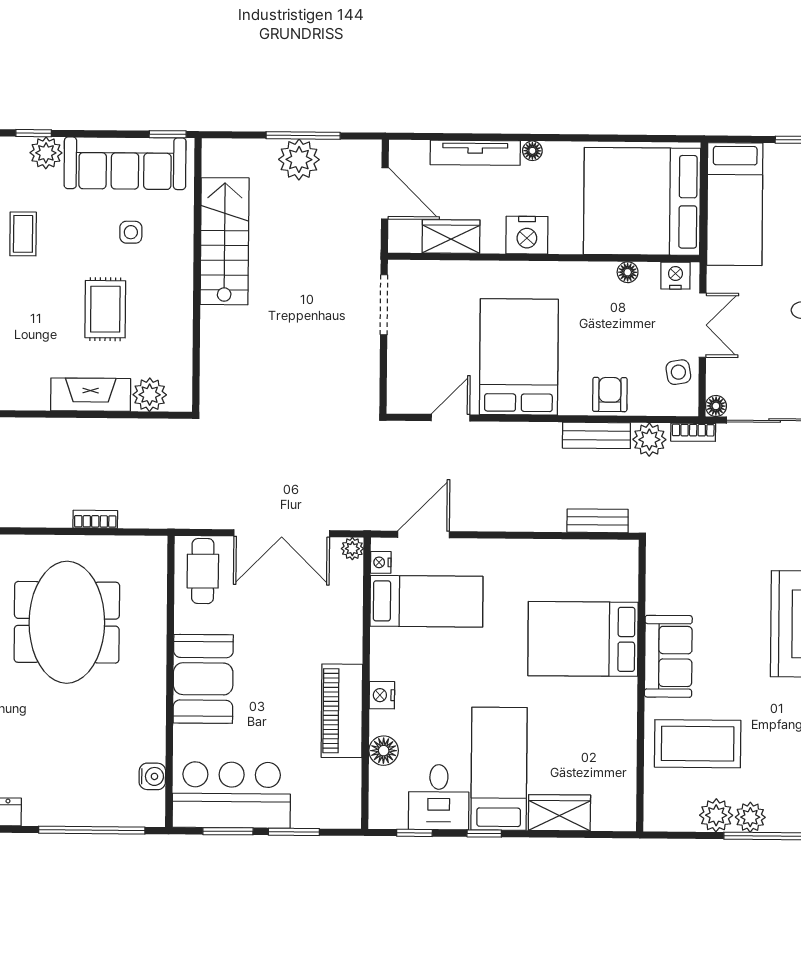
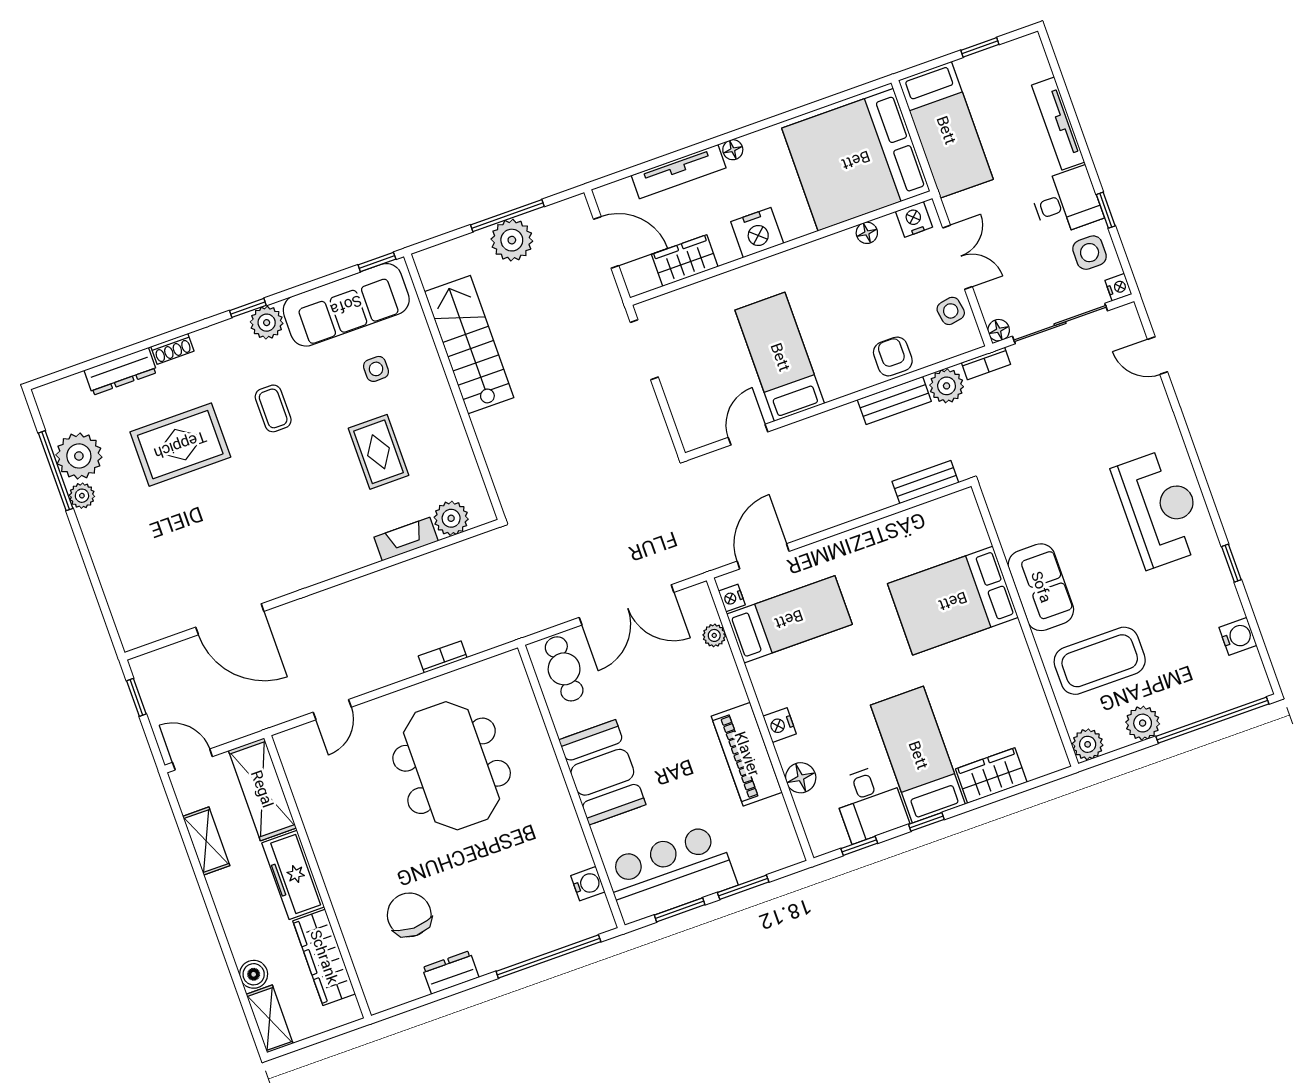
bed: (519, 357) -> (780, 357), width x0.67
fireplace: (91, 395) -> (406, 539), width x0.73, depth x0.76
plant: (352, 549) -> (714, 635), moved
plant: (750, 817) -> (1088, 744), moved

